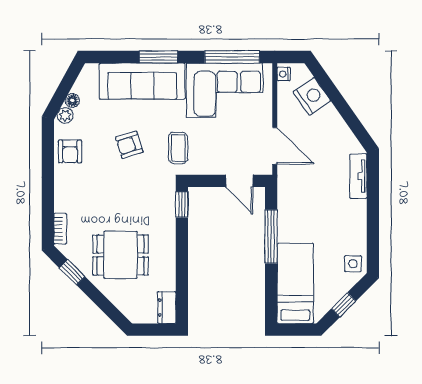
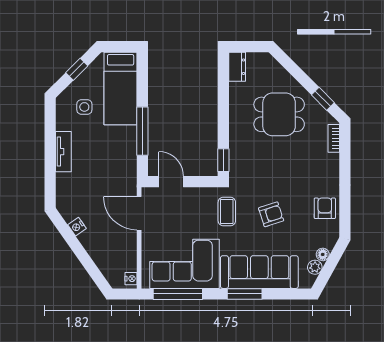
nightstand: (312, 96) -> (77, 227), moved, width x0.53, depth x0.56
plant: (65, 115) -> (315, 267), moved
tv unit: (358, 176) -> (63, 152), moved
side table: (353, 264) -> (84, 107), moved

